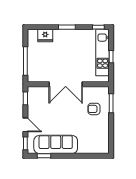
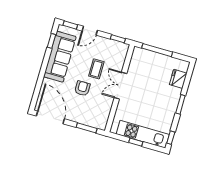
double door: (66, 84) -> (120, 86), width x0.73
armchair: (94, 109) -> (82, 88), moved
coffee table: (57, 110) -> (96, 69), added
door: (111, 137) -> (50, 117), added

